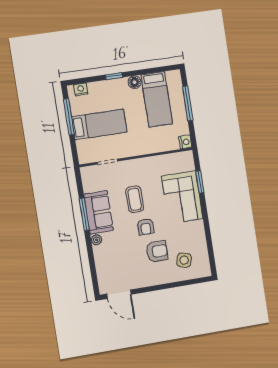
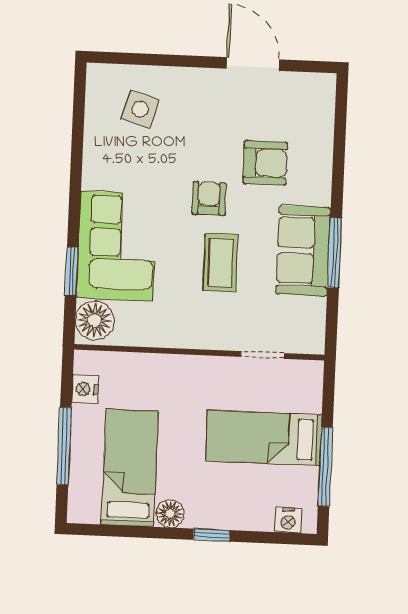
nightstand: (185, 142) -> (85, 389), moved
floor lamp: (185, 162) -> (95, 320), added
plant: (96, 240) -> (320, 193), removed
armchair: (157, 251) -> (265, 163), moved, turned 180
door: (119, 294) -> (253, 64), moved

